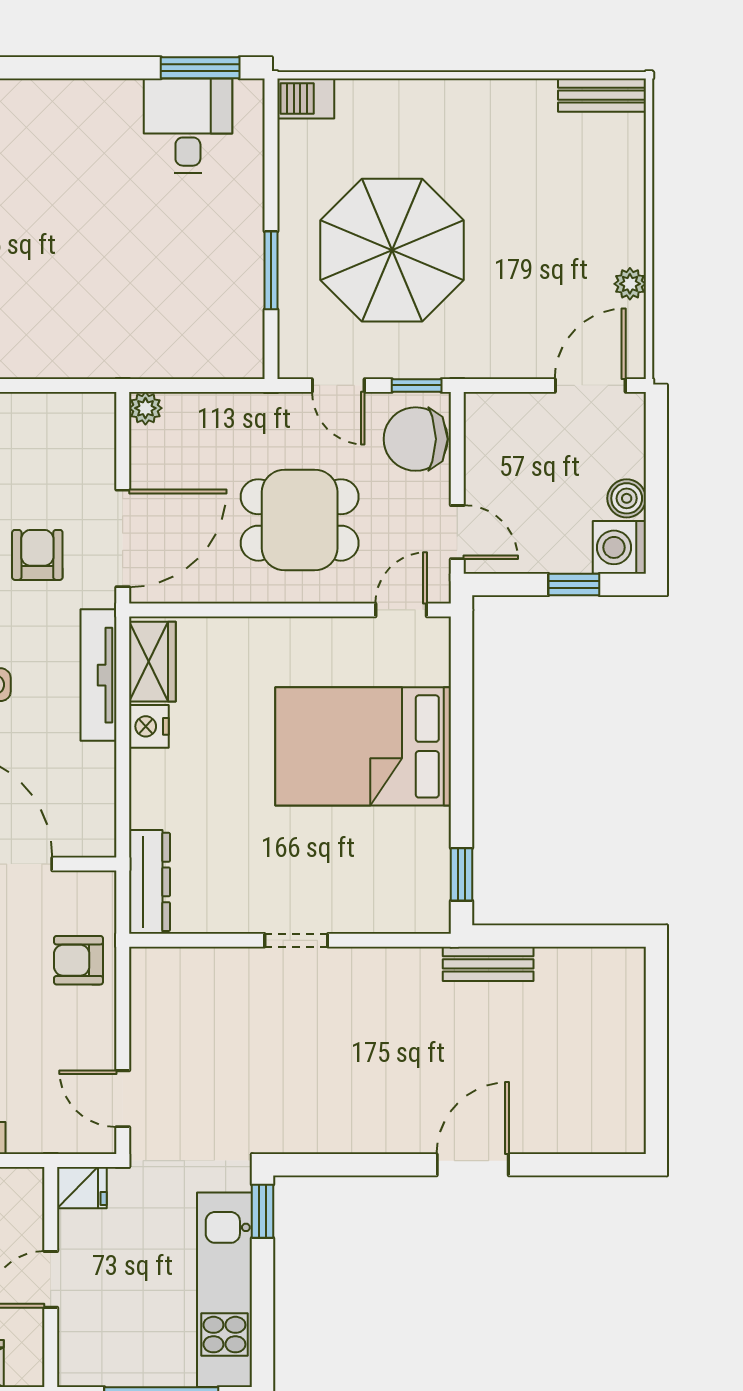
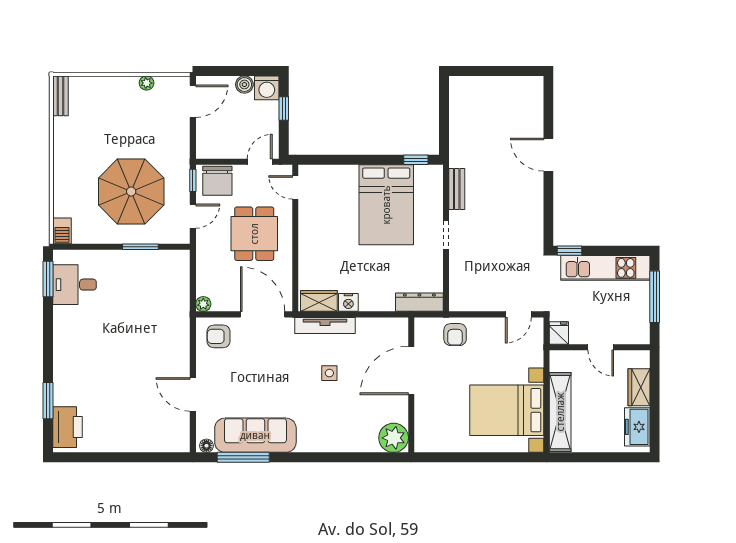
door: (590, 385) -> (193, 101), swing flipped
armchair: (37, 555) -> (218, 336), moved
bed: (363, 746) -> (386, 205), moved
bench: (488, 964) -> (457, 189), moved

